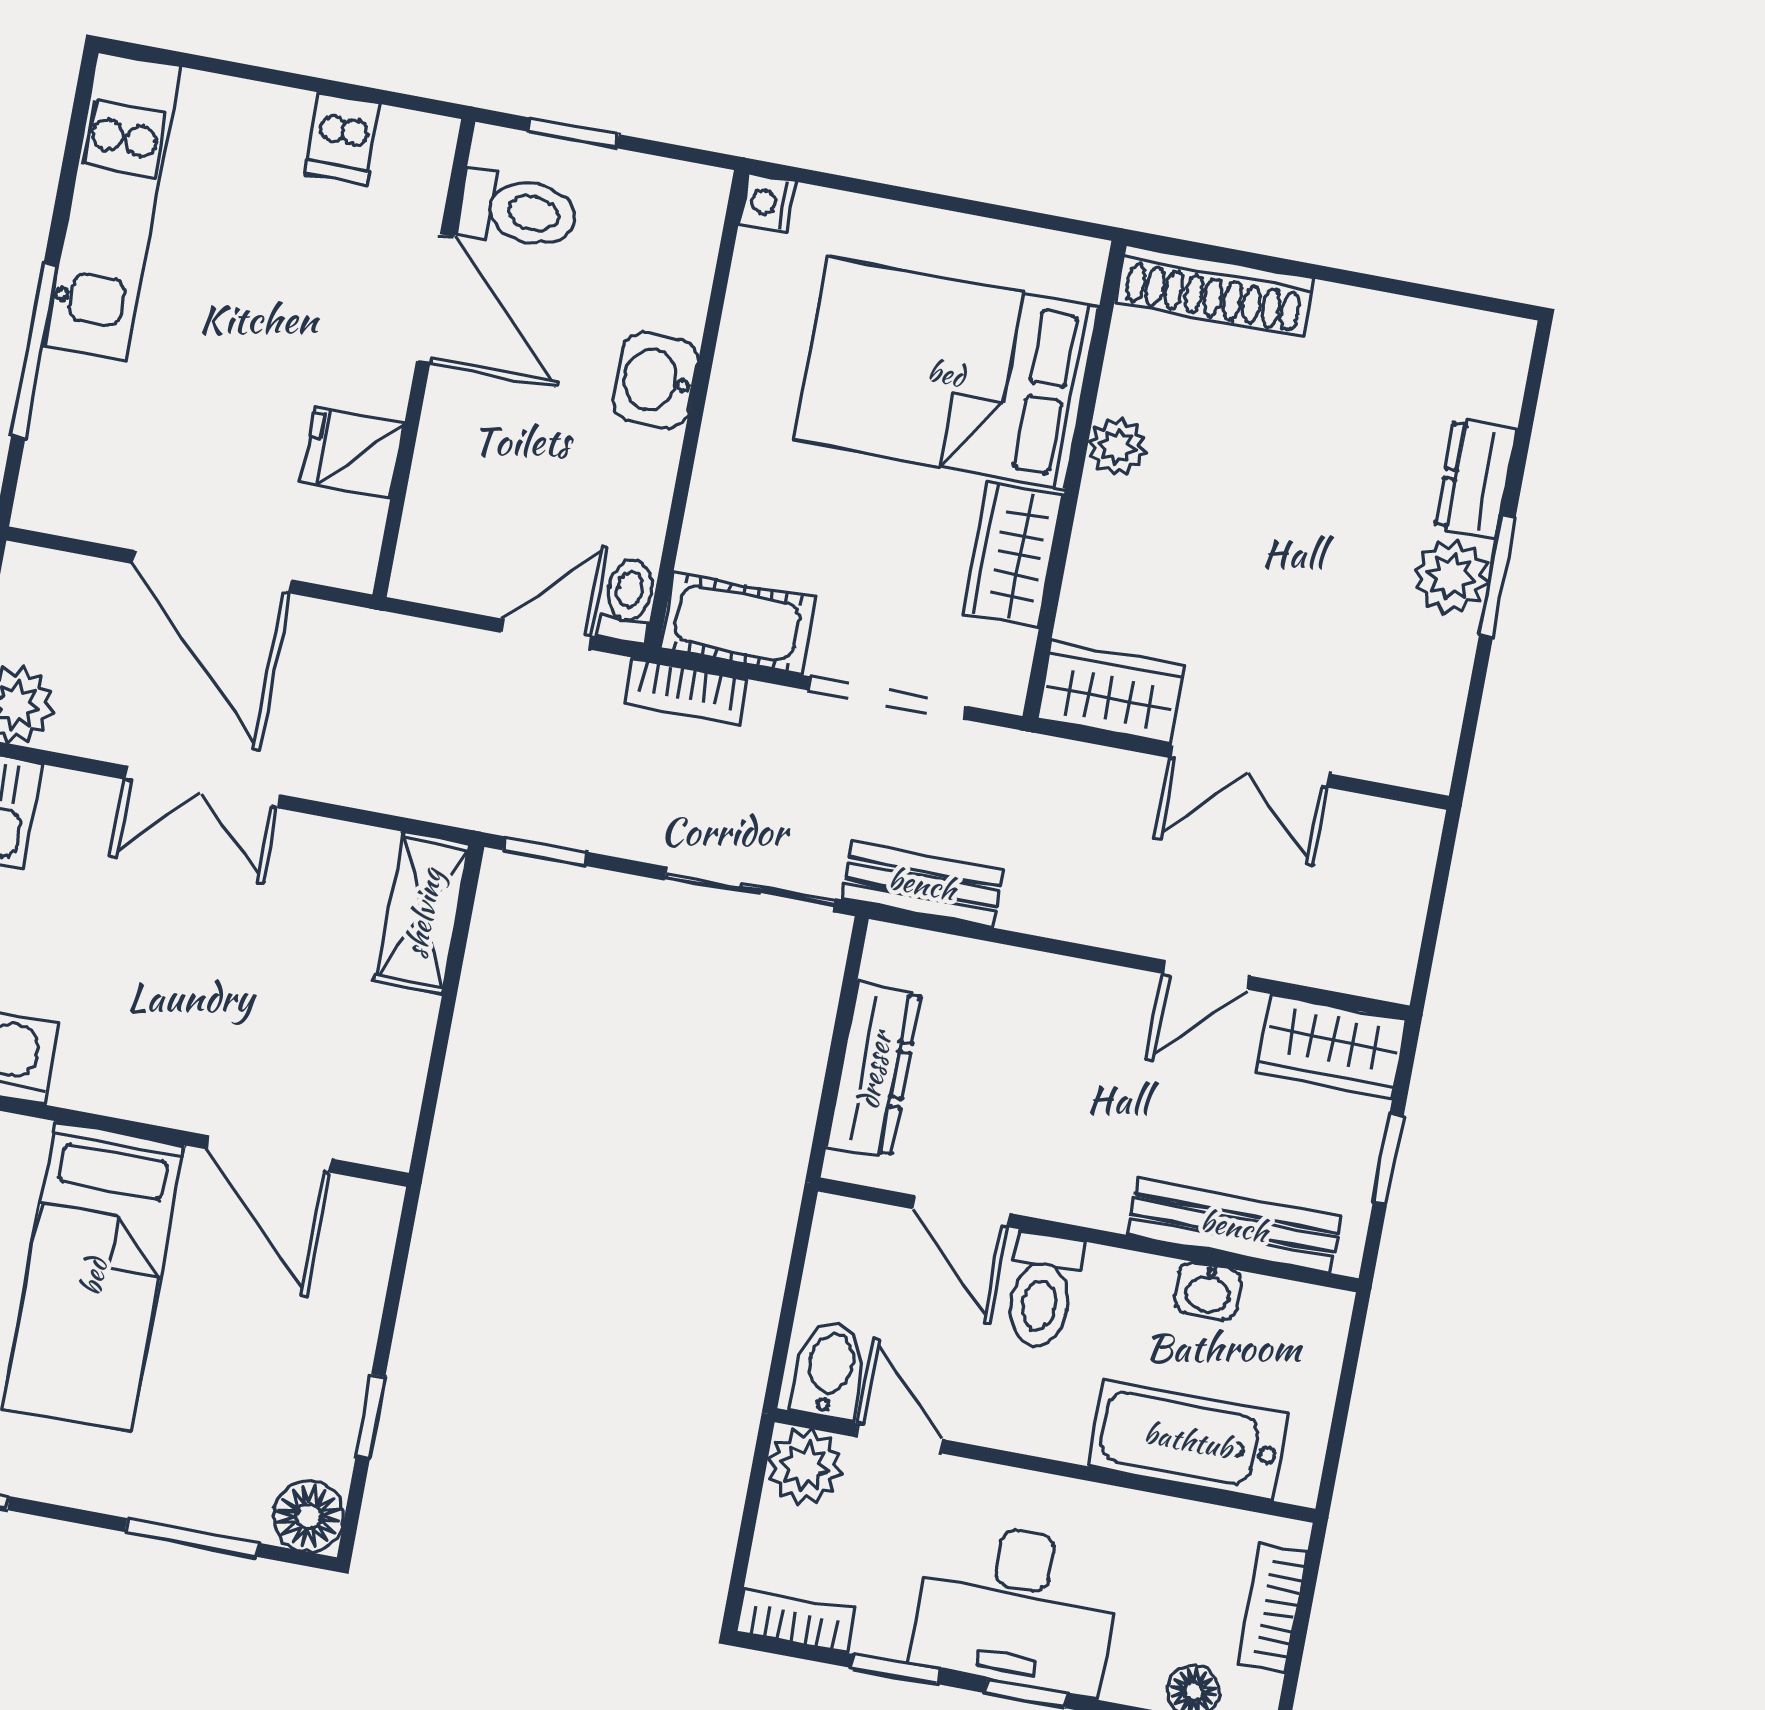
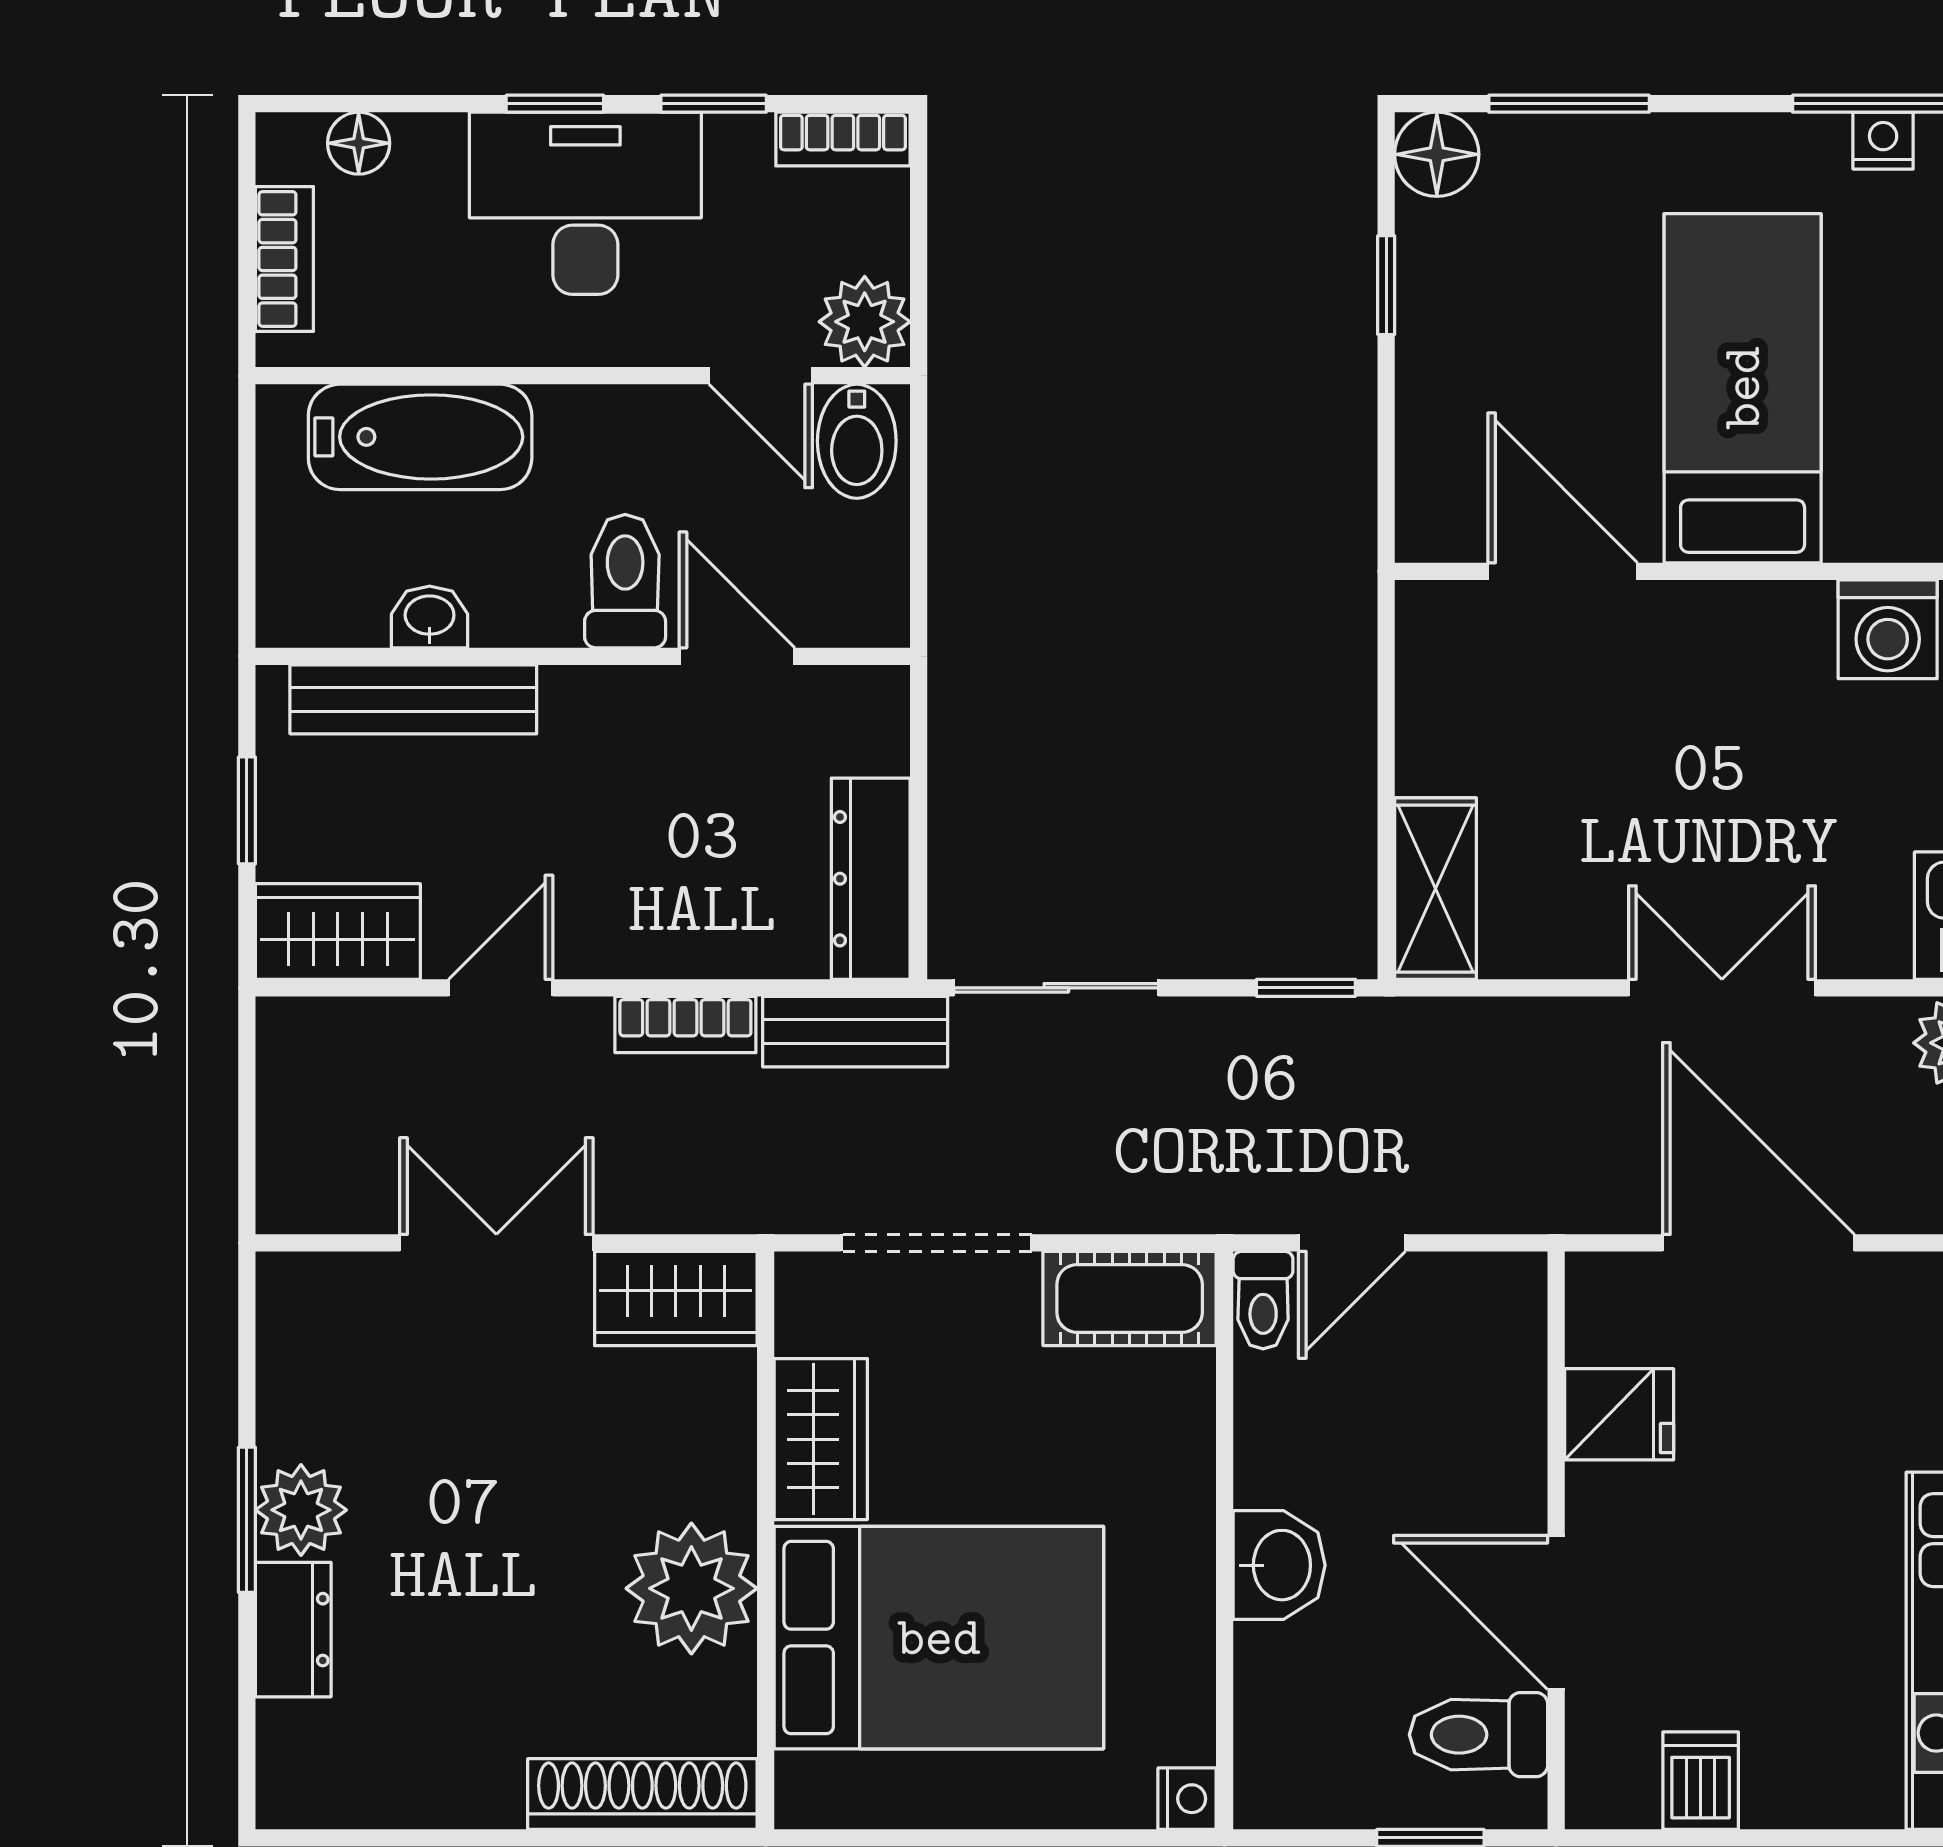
plant: (1117, 447) -> (691, 1588), width x1.88, depth x1.88
bookcase: (685, 692) -> (685, 1025), moved, turned 180
dresser: (874, 1070) -> (871, 879), moved

